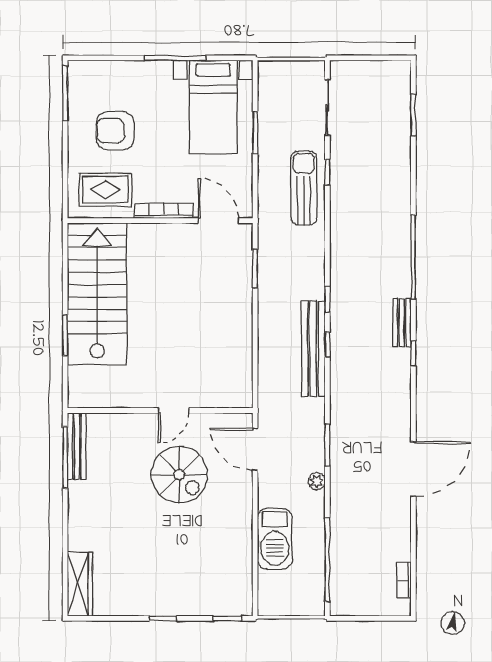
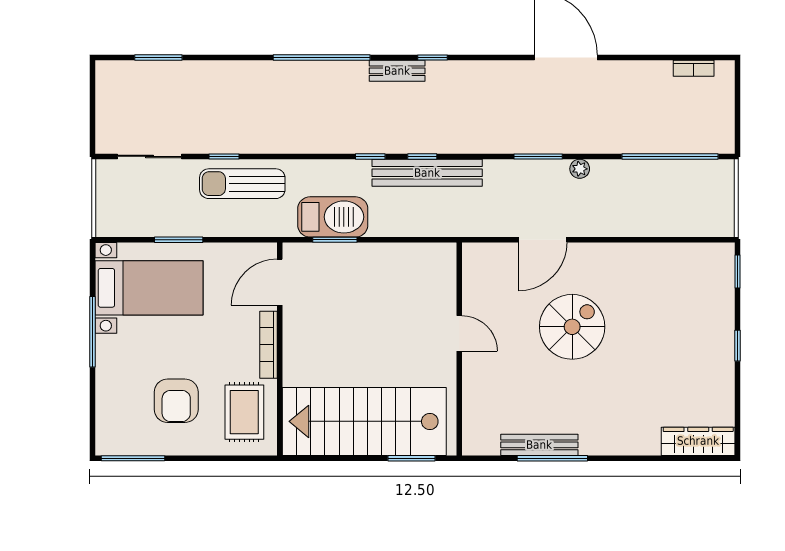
wall: (160, 410) -> (459, 349), moved
door: (174, 410) -> (459, 333), moved
barbecue: (275, 539) -> (333, 217), moved

